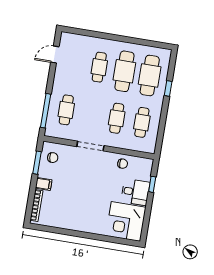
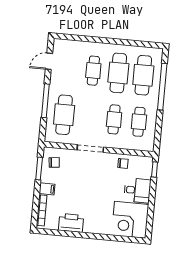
window: (168, 88) -> (162, 87), width x3.17
cafe table: (66, 110) -> (64, 115), width x1.37, depth x1.35
window: (46, 111) -> (45, 101), moved
window: (152, 184) -> (155, 169), moved
printer: (65, 220) -> (71, 223), added

